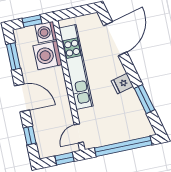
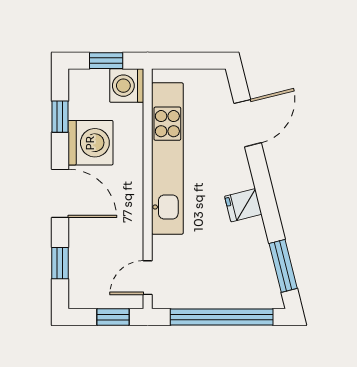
door: (115, 39) -> (248, 123), width x0.73
washing machine: (48, 55) -> (90, 143), moved, turned 180
window: (13, 56) -> (60, 117), width x0.67
window: (144, 99) -> (283, 266), moved

